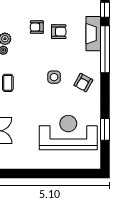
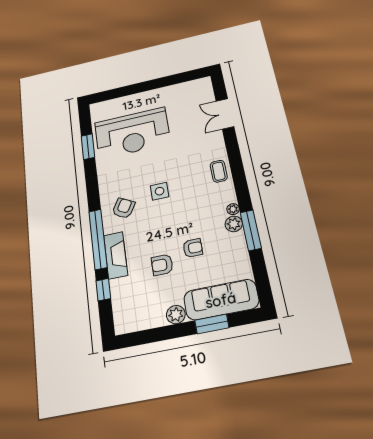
armchair: (59, 32) -> (162, 265), moved
armchair: (83, 83) -> (124, 208), moved

